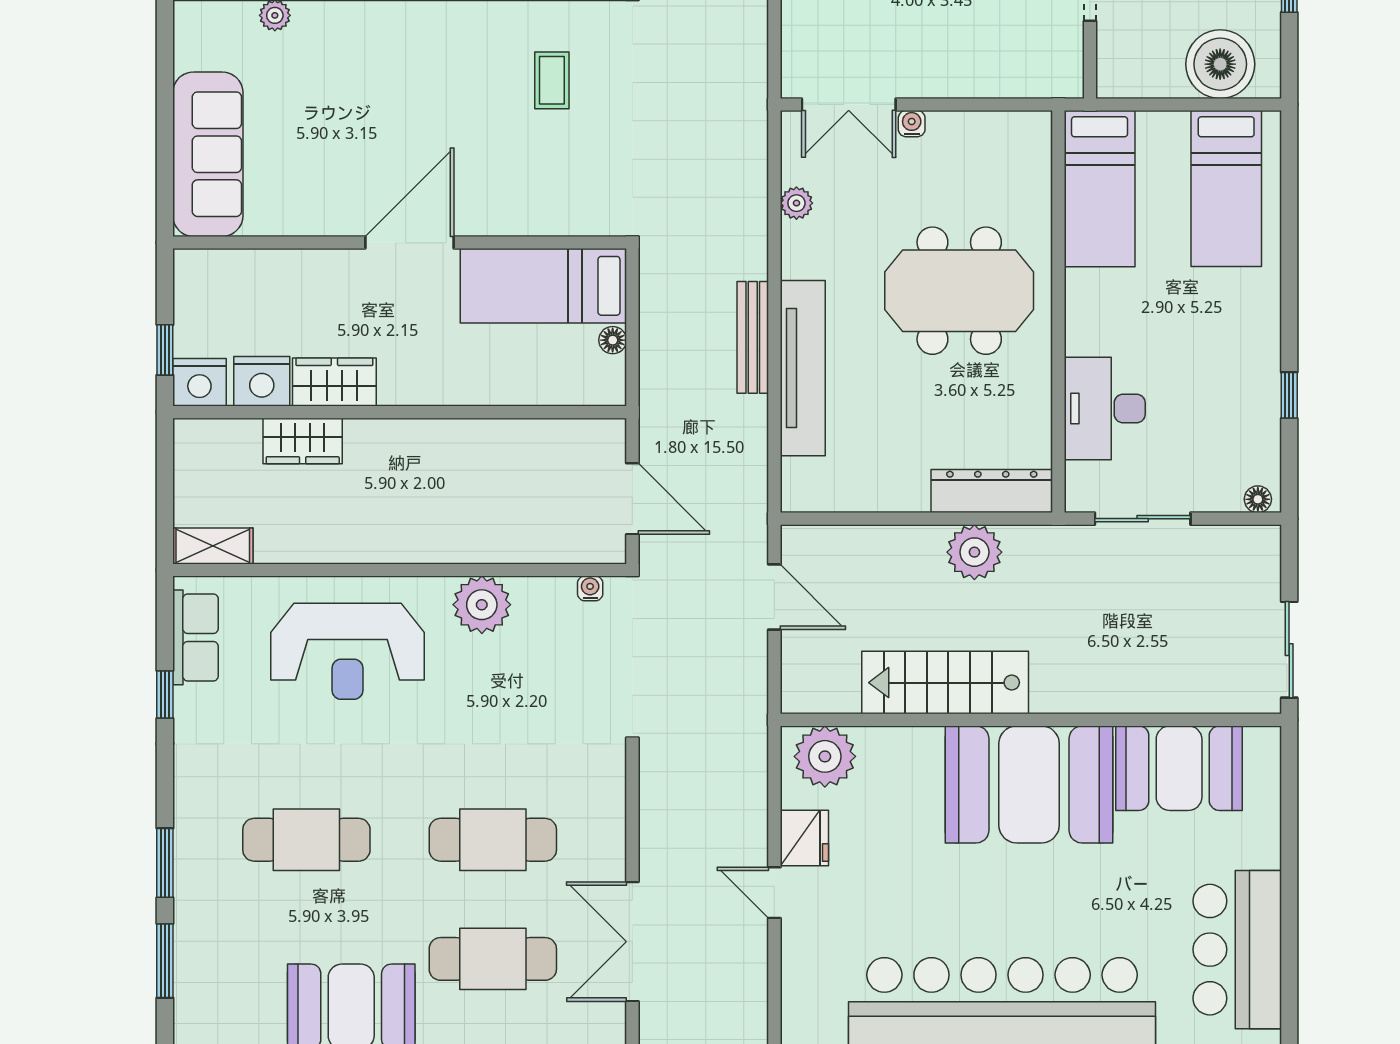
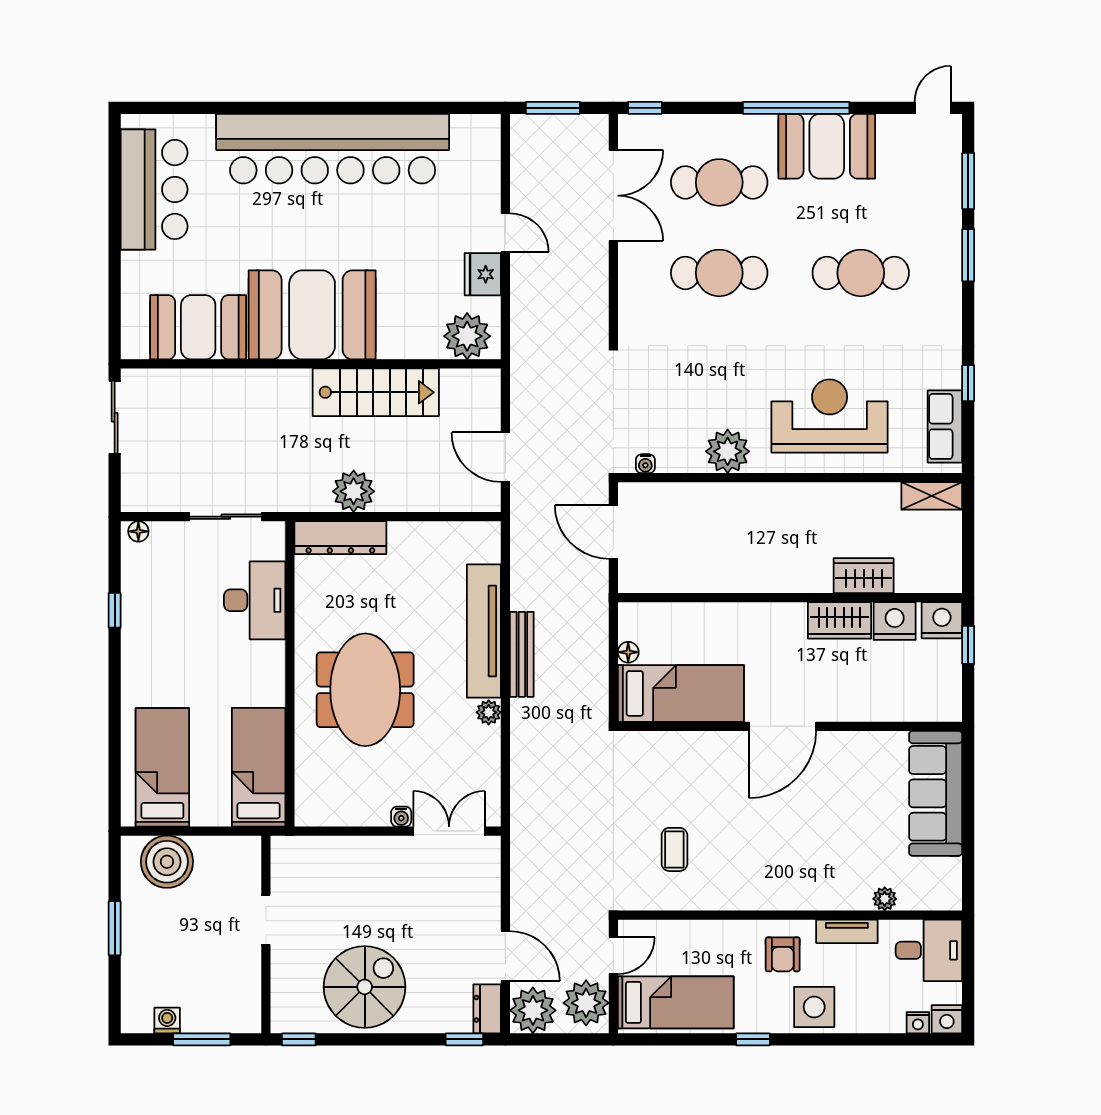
plant: (796, 203) -> (489, 712), moved
meeting table: (959, 291) -> (365, 690), turned 90

